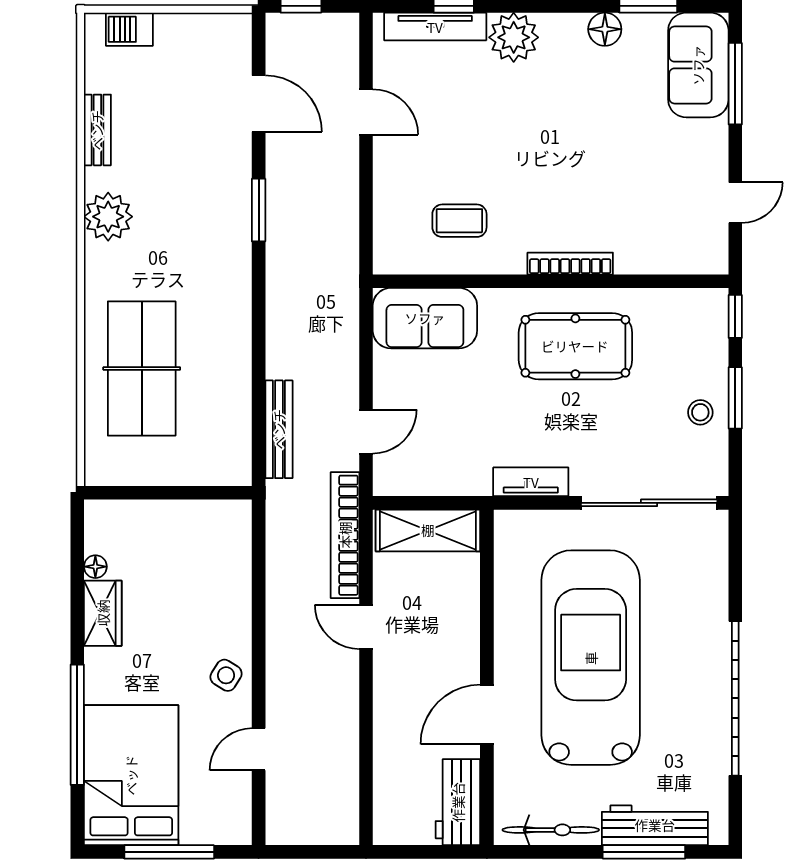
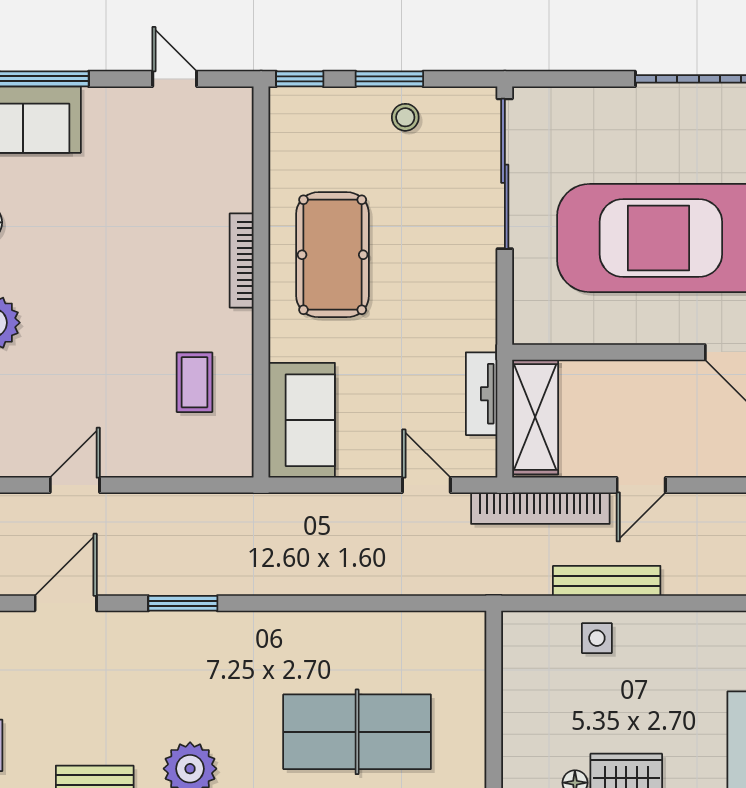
bench: (279, 429) -> (607, 581), moved
tv unit: (531, 482) -> (482, 394), moved
side table: (226, 675) -> (597, 638), moved, turned -32

